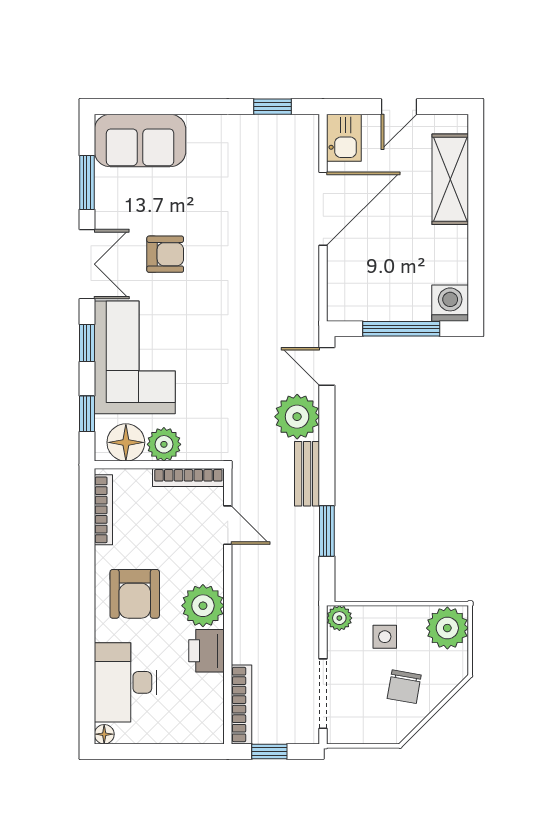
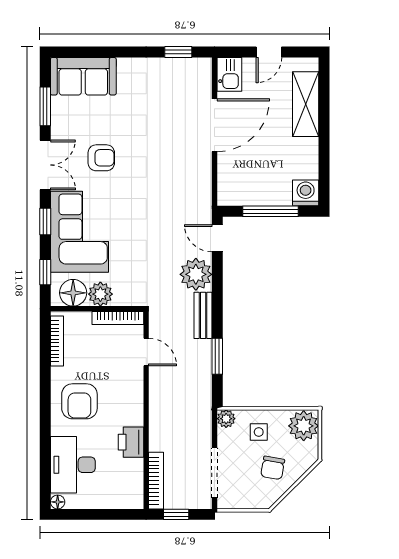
plant: (203, 606) -> (128, 410), removed

